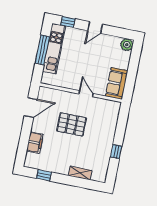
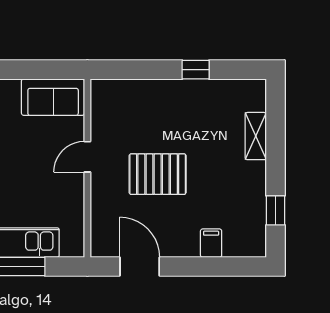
pallet: (72, 124) -> (158, 174), turned 90
filing cabinet: (35, 143) -> (211, 243), width x0.50

